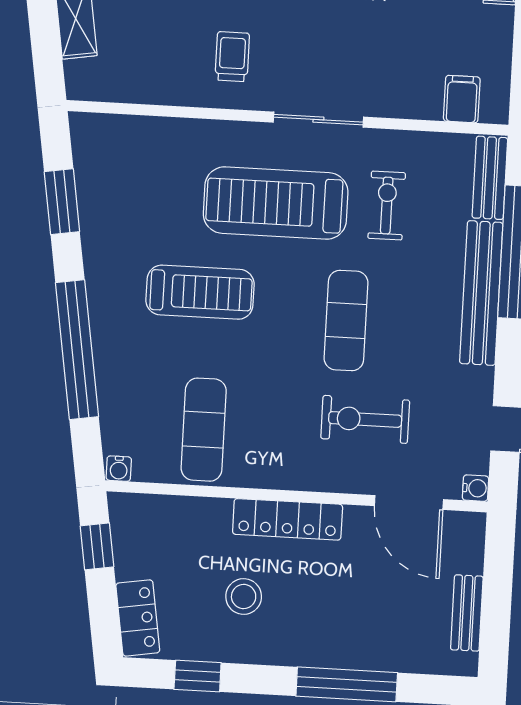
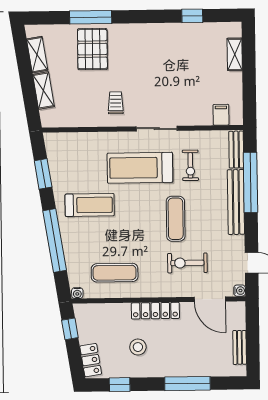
exercise bike: (387, 205) -> (190, 165), turned 180
treadmill: (200, 292) -> (90, 205), moved
exercise mat: (204, 430) -> (115, 273), turned 90

